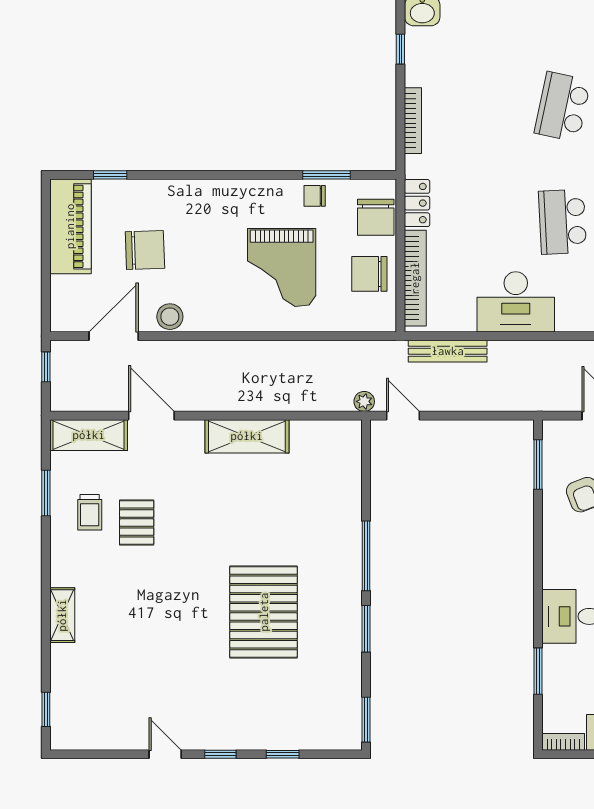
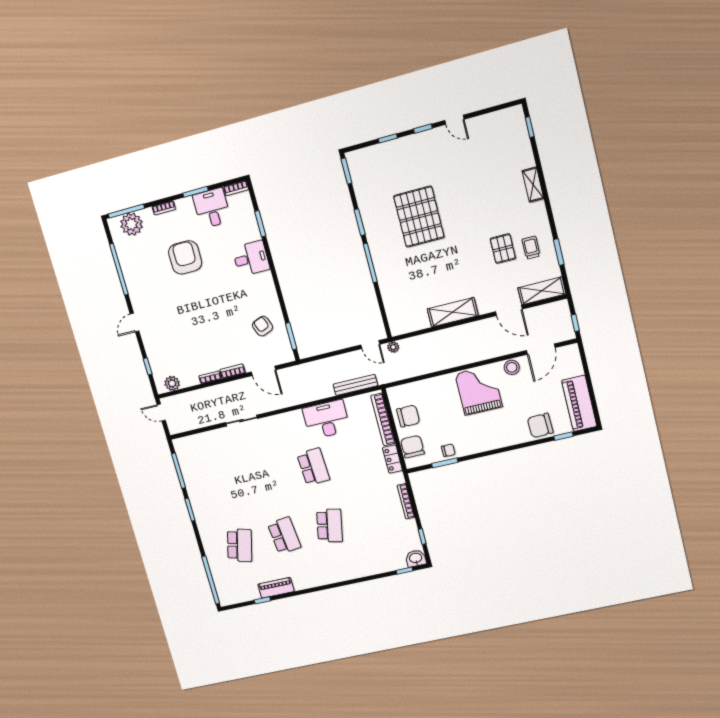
chair: (145, 250) -> (540, 425), moved
grand piano: (282, 267) -> (479, 390), moved

